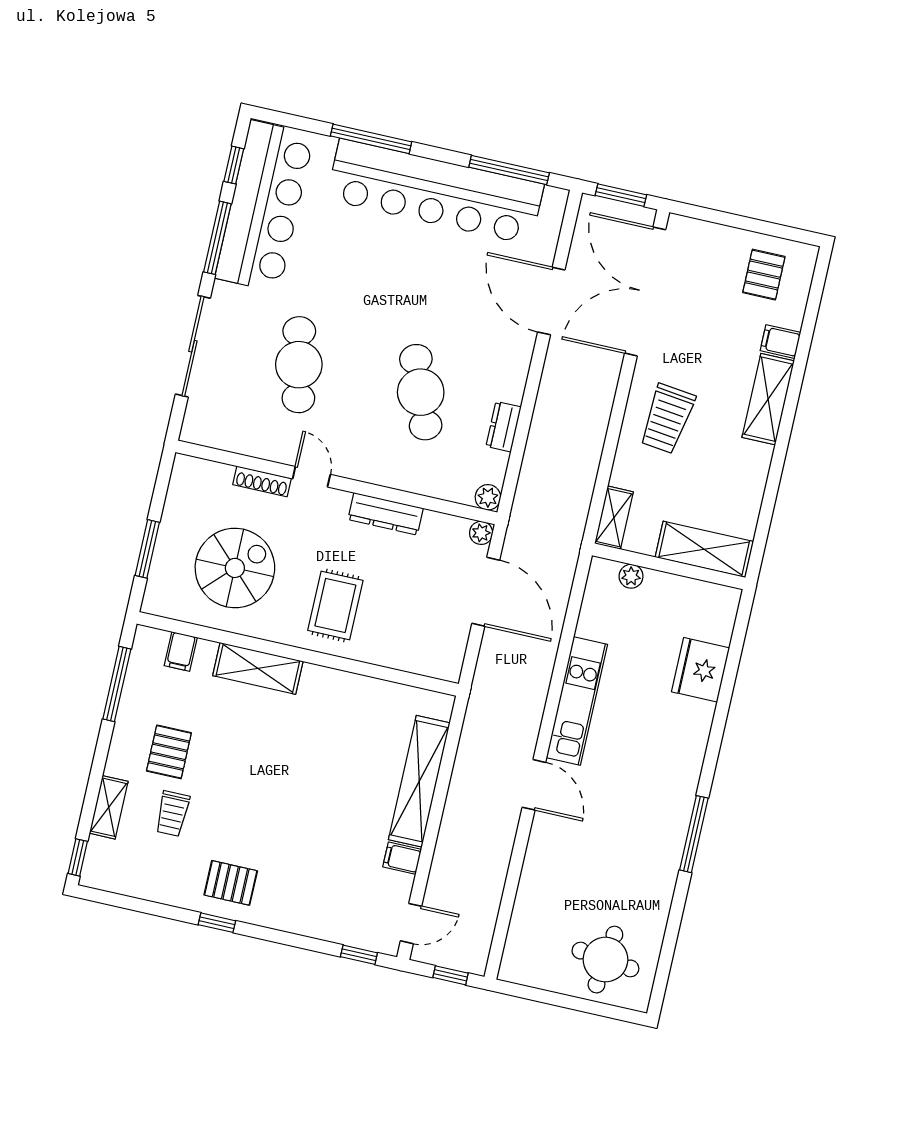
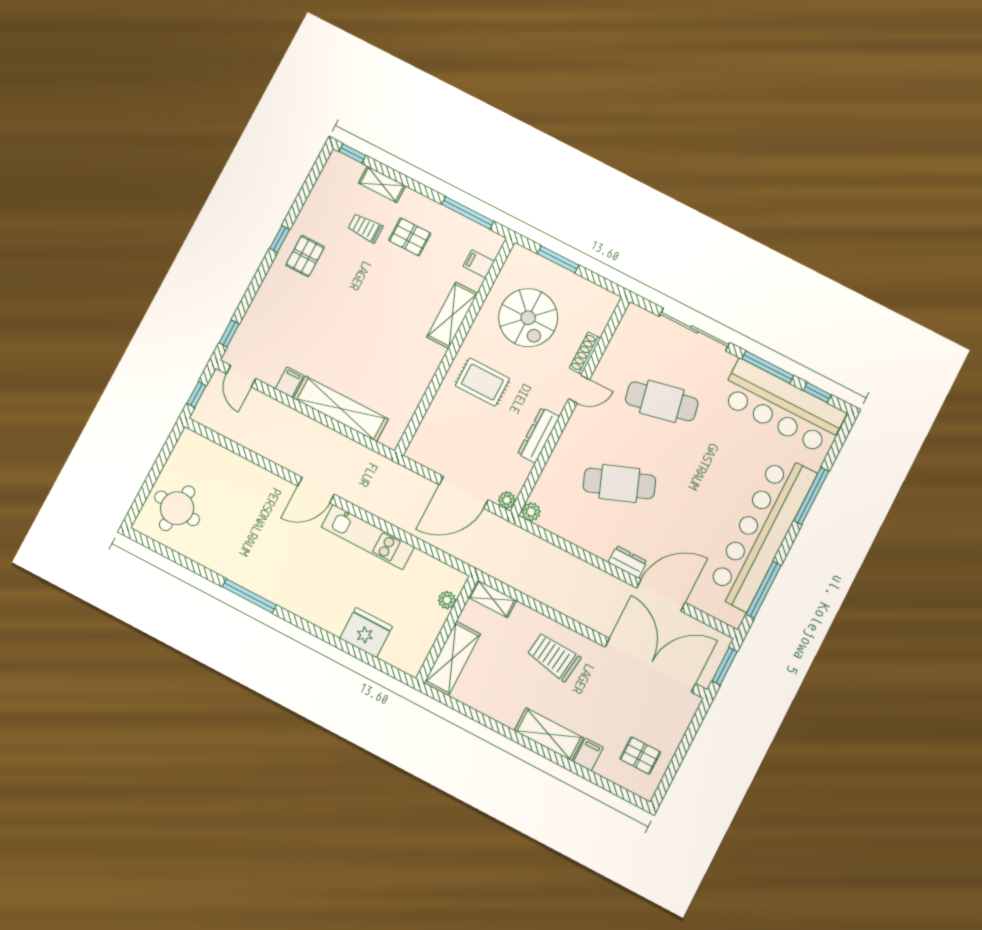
dresser: (504, 427) -> (628, 562), moved

